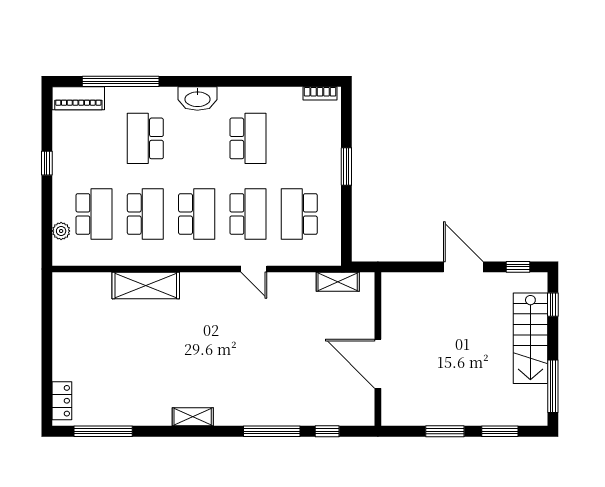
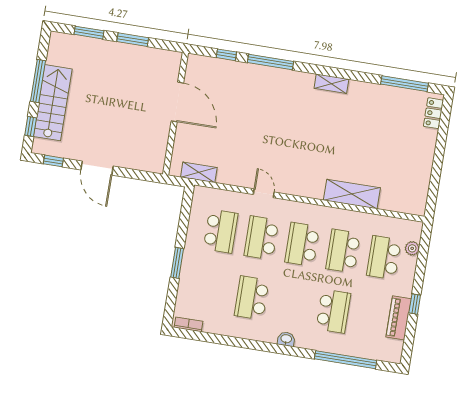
piano: (78, 98) -> (399, 318), moved, turned -90
washbasin: (197, 99) -> (286, 339), width x0.52, depth x0.69
window: (553, 386) -> (38, 81), moved

